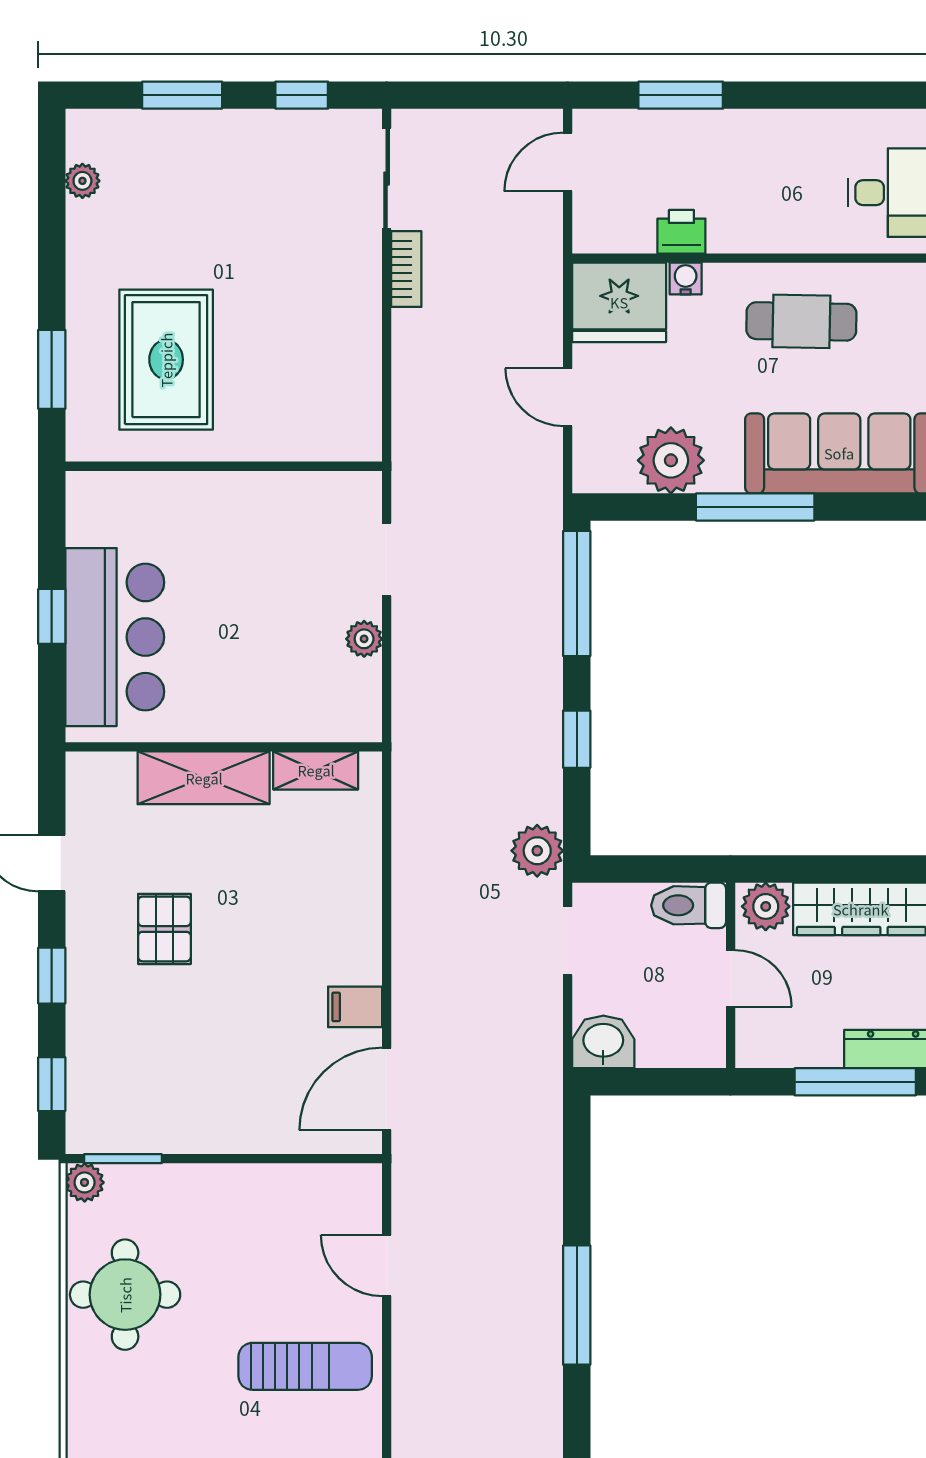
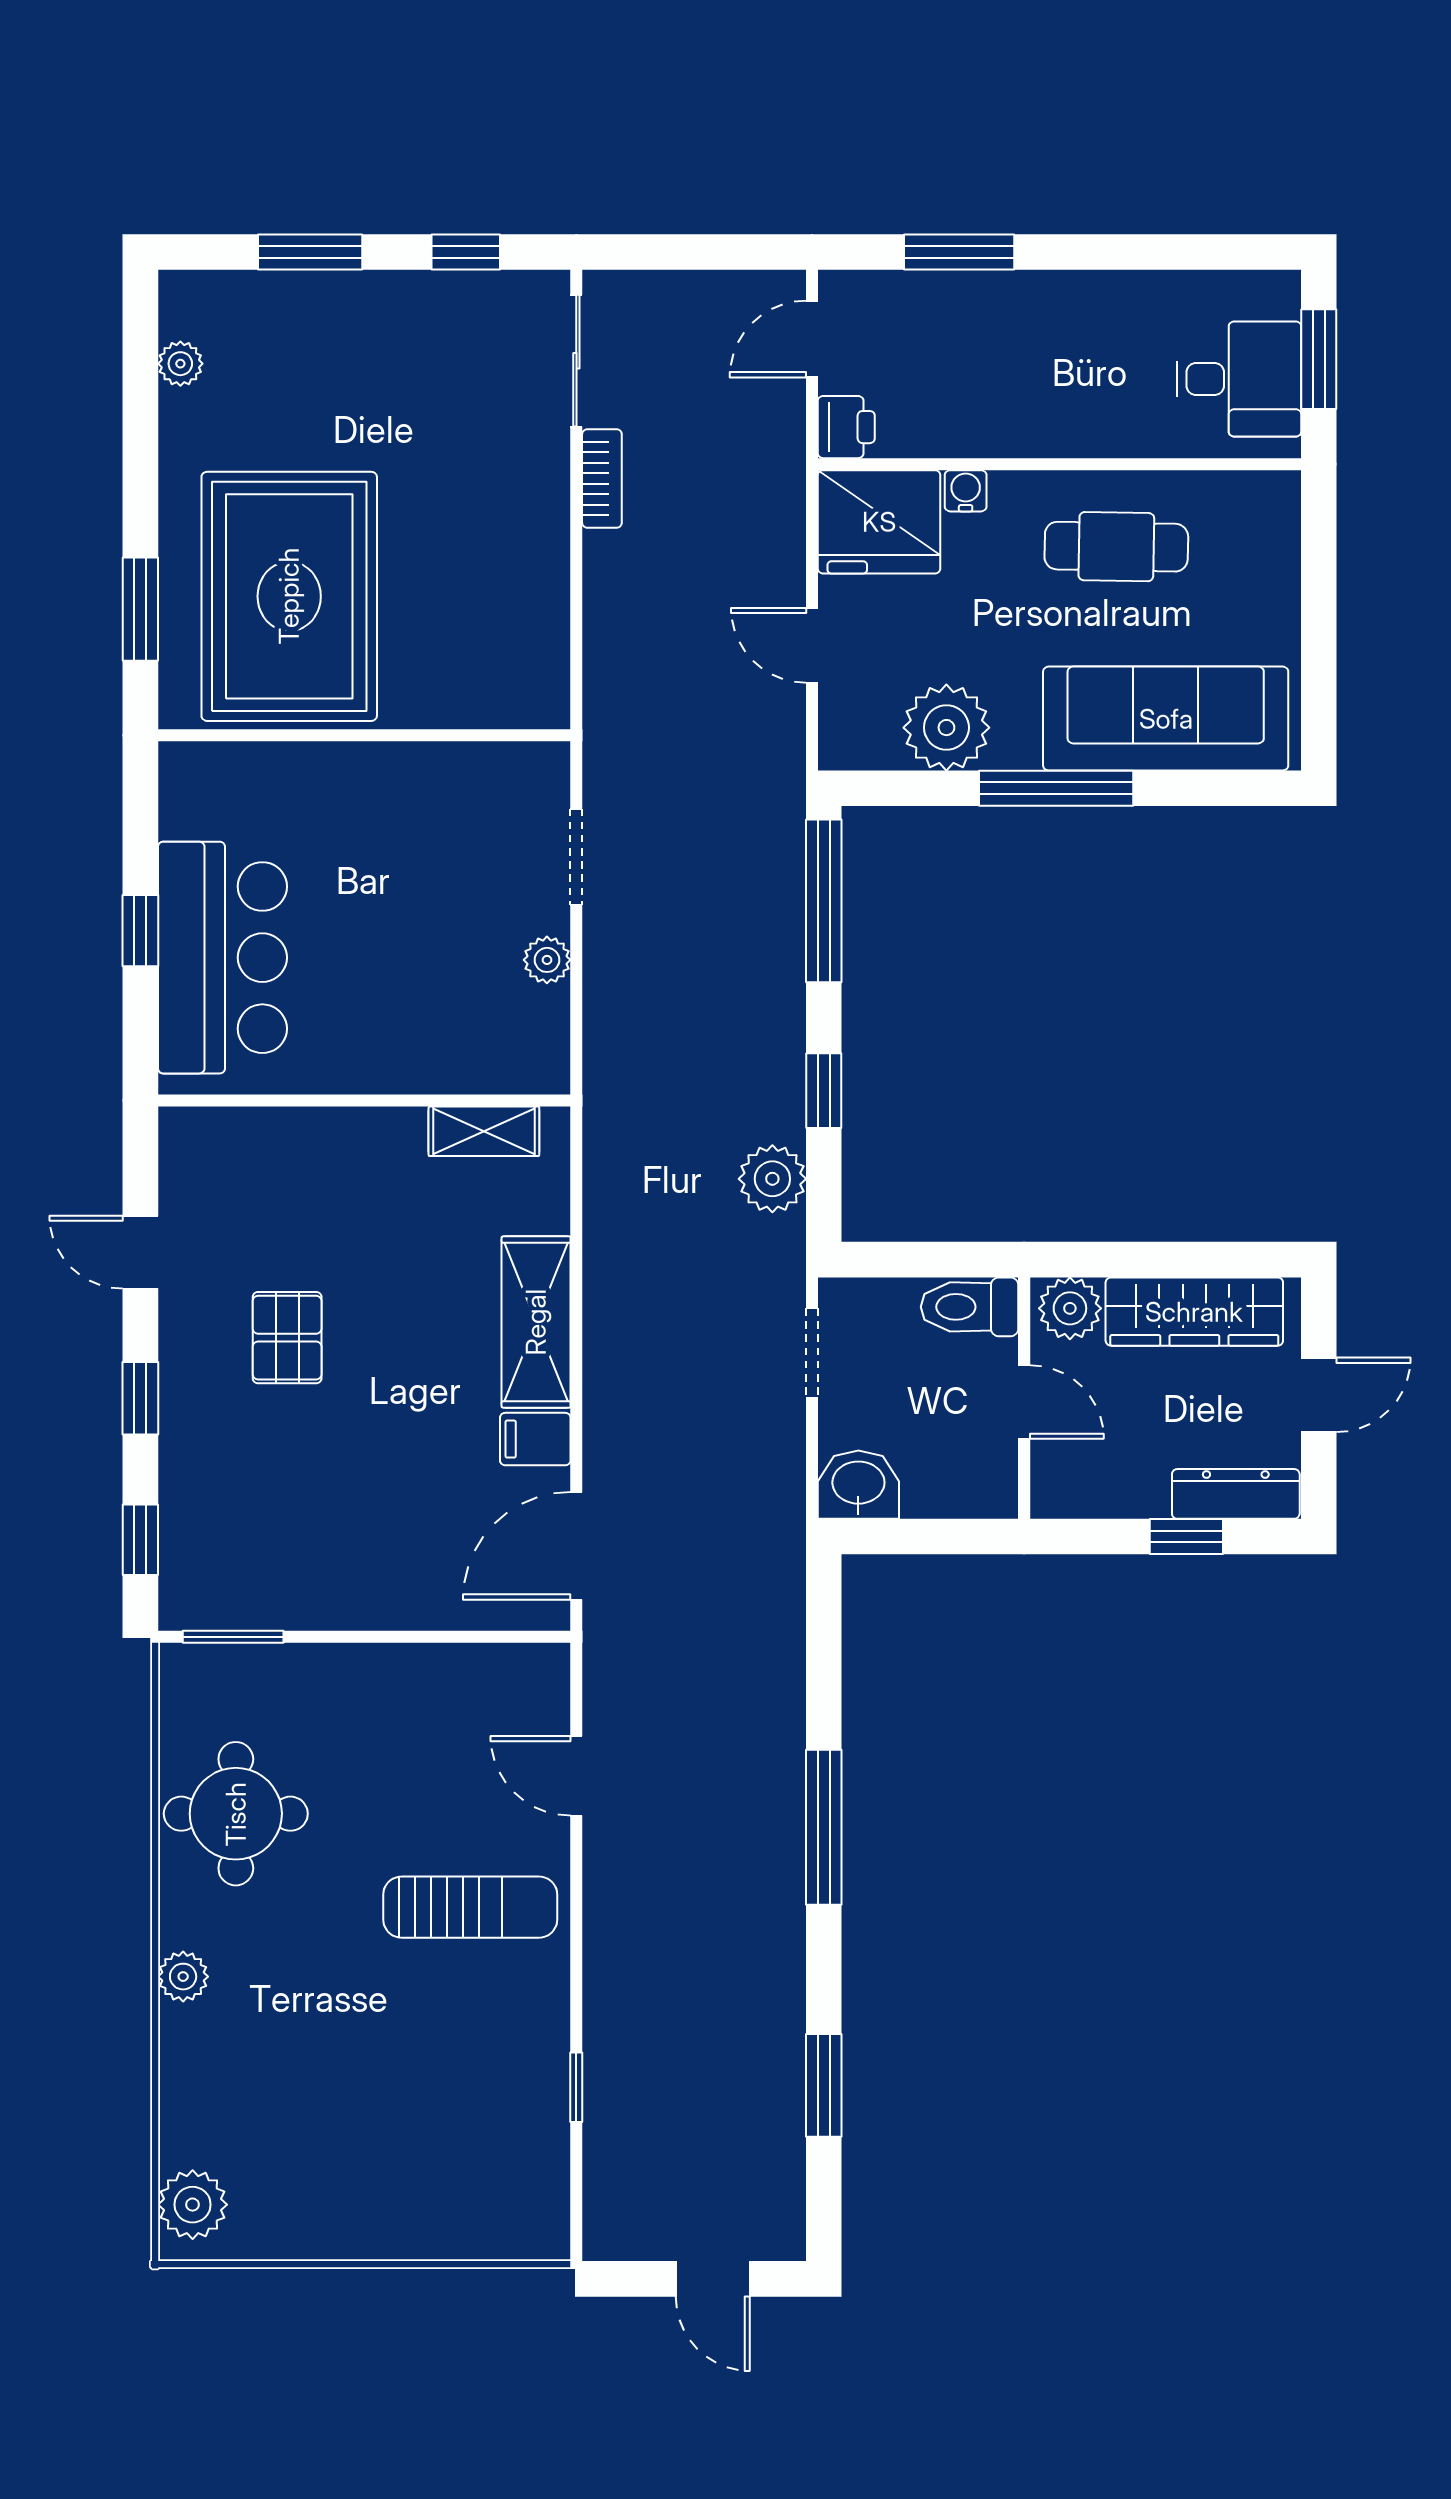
printer: (681, 232) -> (846, 427), moved, turned 90
rug: (166, 360) -> (289, 596), width x1.37, depth x1.44
shelving: (204, 778) -> (536, 1322), moved, turned 90
plant: (537, 851) -> (772, 1179), moved
window: (855, 1082) -> (1186, 1537), width x0.46
plant: (85, 1182) -> (183, 1977), moved

